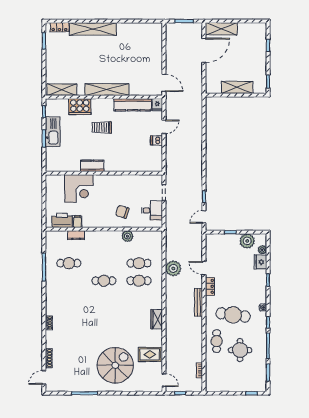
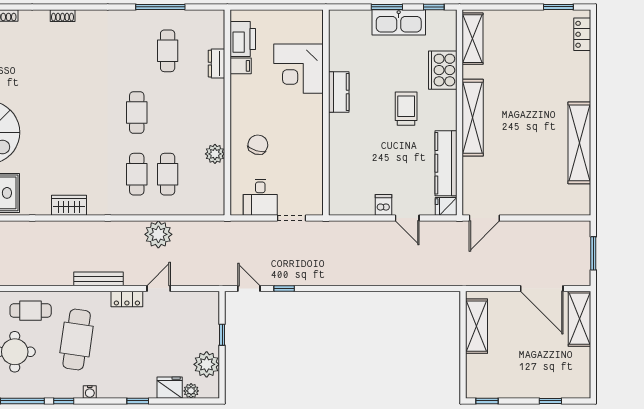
shelving: (93, 29) -> (579, 143), moved
shelving: (237, 87) -> (477, 326), moved

